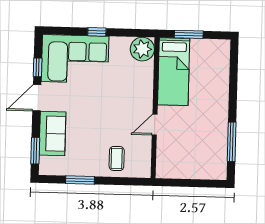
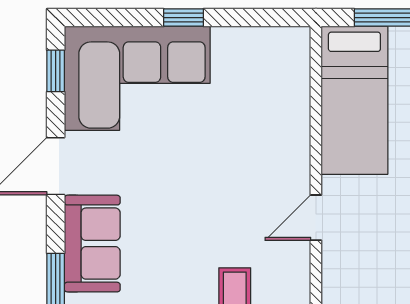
plant: (142, 49) -> (284, 53), removed
window: (38, 67) -> (56, 71), moved

